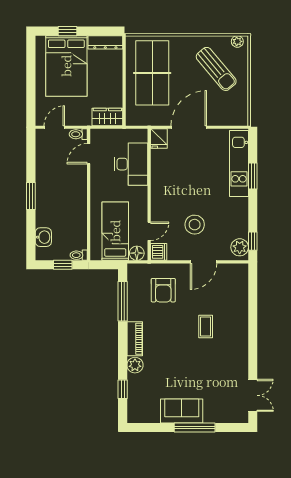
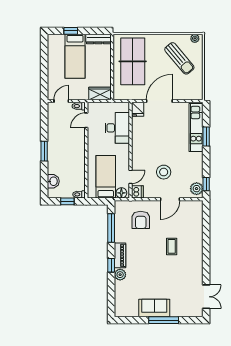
bed: (66, 66) -> (75, 56), width x0.67
window: (123, 389) -> (111, 265), moved

